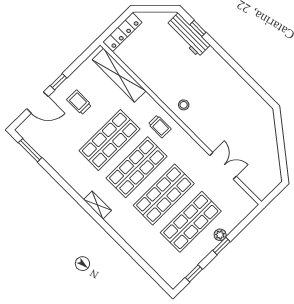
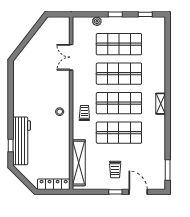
workbench: (188, 35) -> (22, 141), width x1.36, depth x1.32
plant: (220, 235) -> (97, 21), moved

